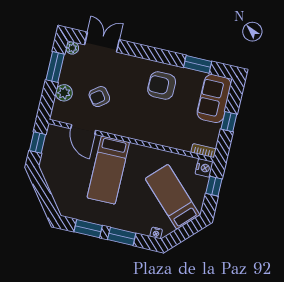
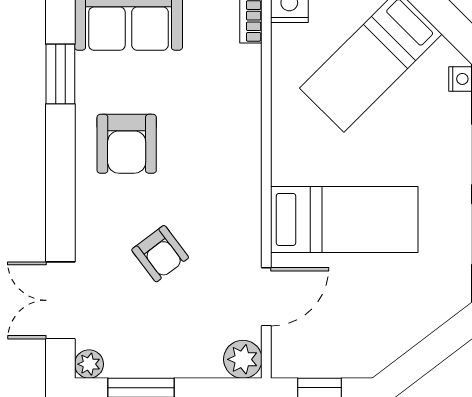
plant: (64, 93) -> (243, 359), moved
armchair: (99, 97) -> (160, 254), moved

